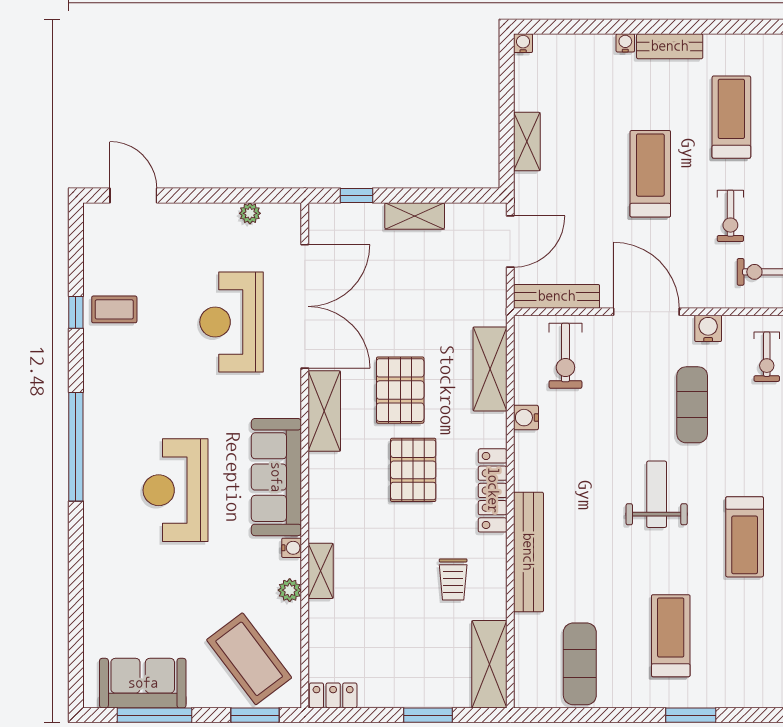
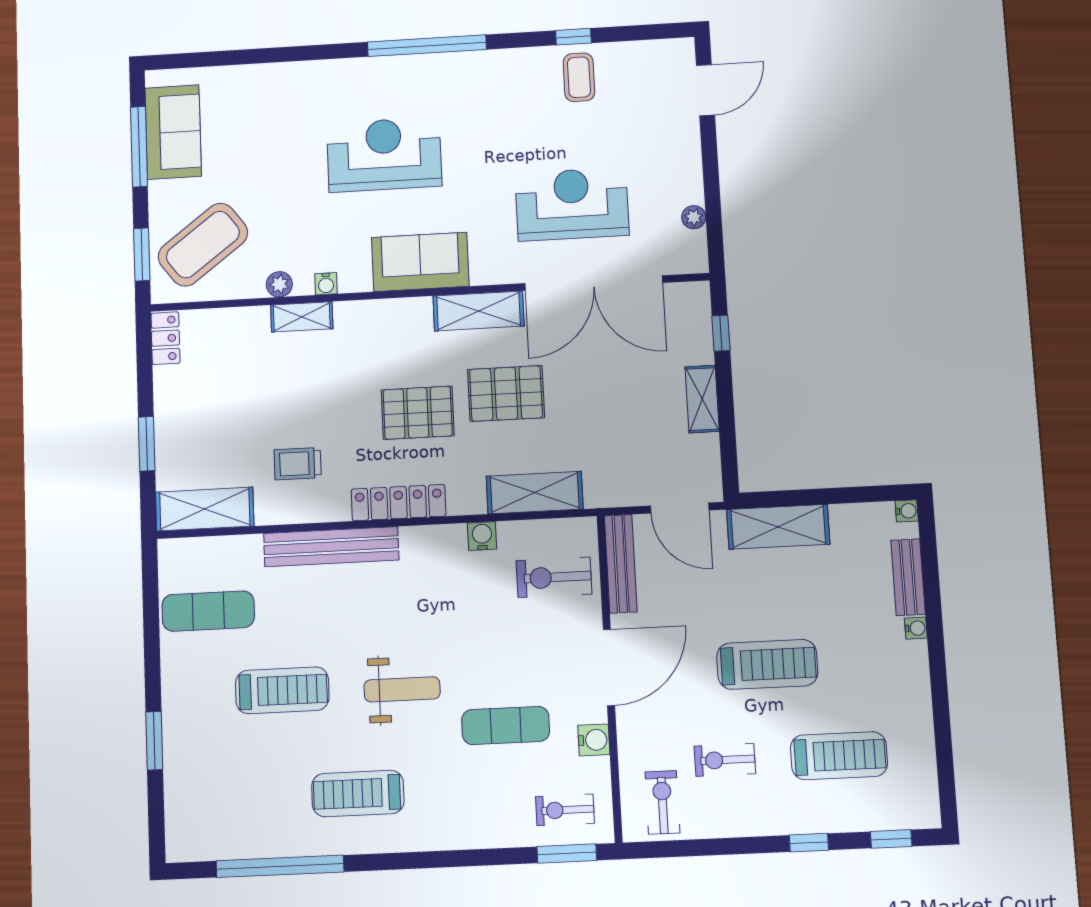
bench: (670, 46) -> (908, 577), moved
shelving: (527, 142) -> (778, 527), width x1.50, depth x1.33
sofa: (276, 477) -> (420, 262), width x0.73
treadmill: (671, 636) -> (282, 690), moved

